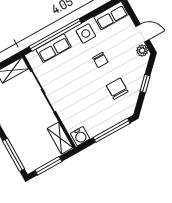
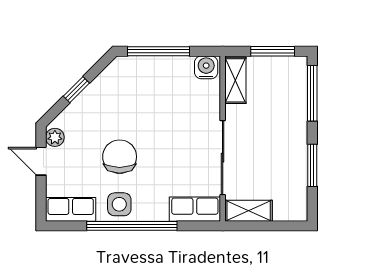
window: (55, 35) -> (132, 226), moved
row of seats: (54, 48) -> (195, 209), moved
chair: (100, 60) -> (120, 157), width x1.87, depth x1.87
chair: (117, 89) -> (119, 104), removed

